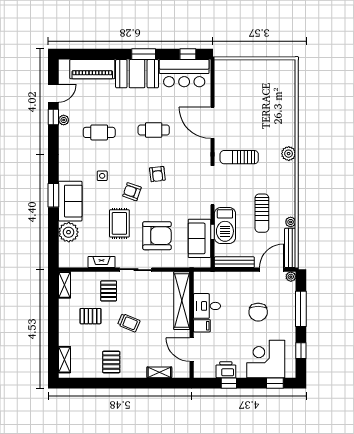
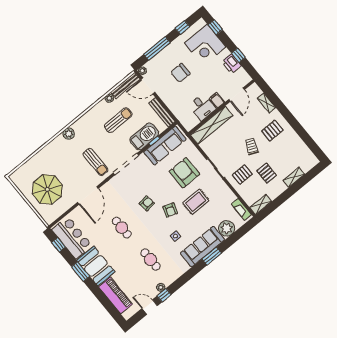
parasol: (251, 88) -> (47, 189), added
sofa: (70, 201) -> (202, 247), width x1.36
sofa: (199, 238) -> (165, 146), width x1.36
fireplace: (102, 262) -> (241, 209), moved
chair: (258, 312) -> (180, 73), turned 180
shelving: (65, 360) -> (294, 177), moved
pallet: (111, 362) -> (272, 131), moved

